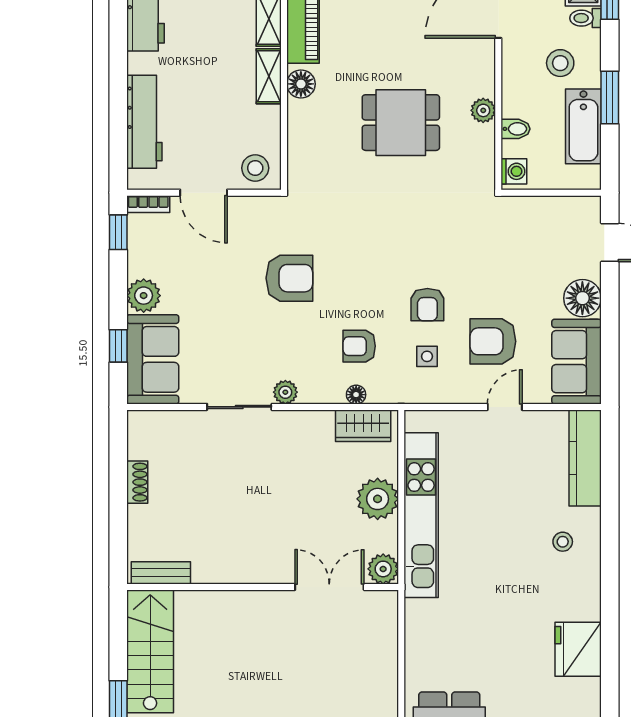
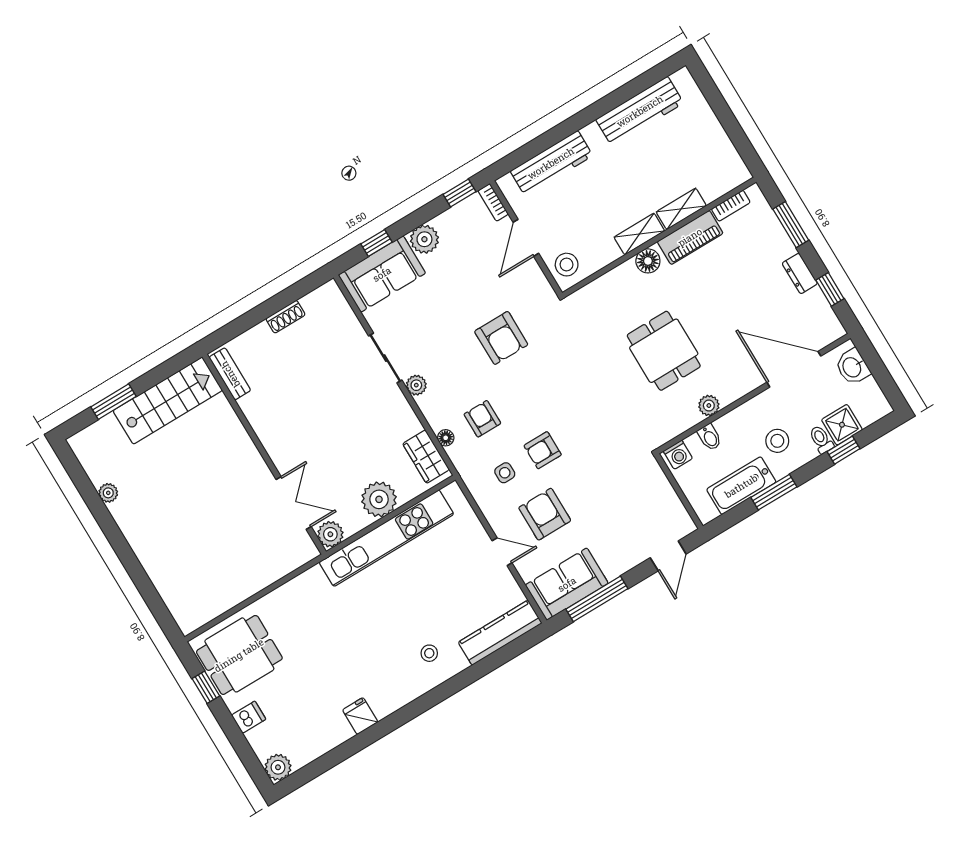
floor lamp: (582, 298) -> (616, 560), removed
window: (610, 340) -> (597, 599), added
fridge: (578, 649) -> (360, 716), width x0.53, depth x0.75

